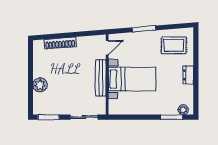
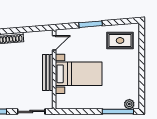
dresser: (188, 75) -> (134, 70), removed
window: (172, 117) -> (118, 111), width x1.44

